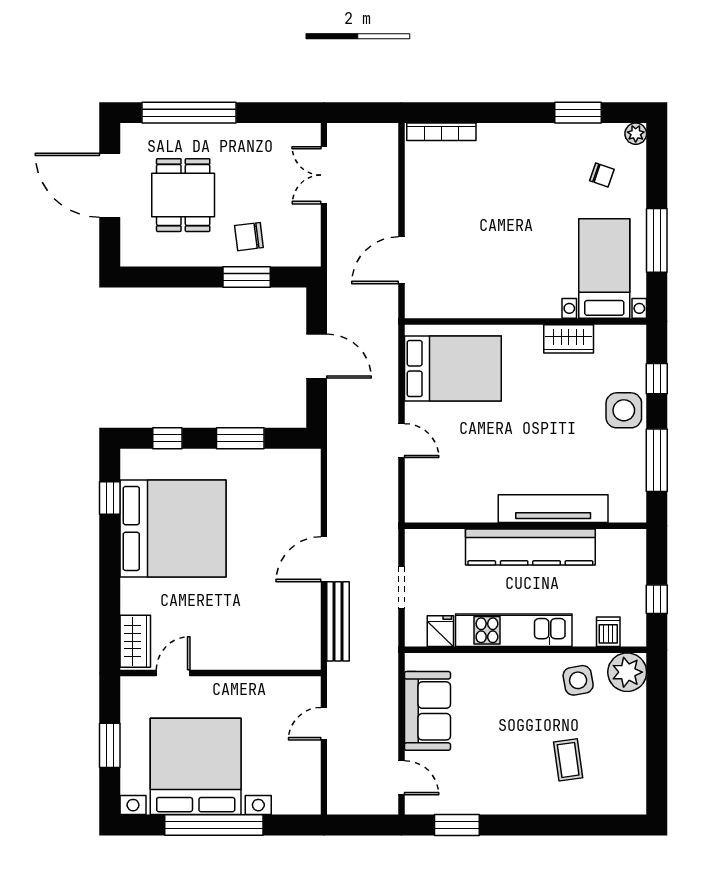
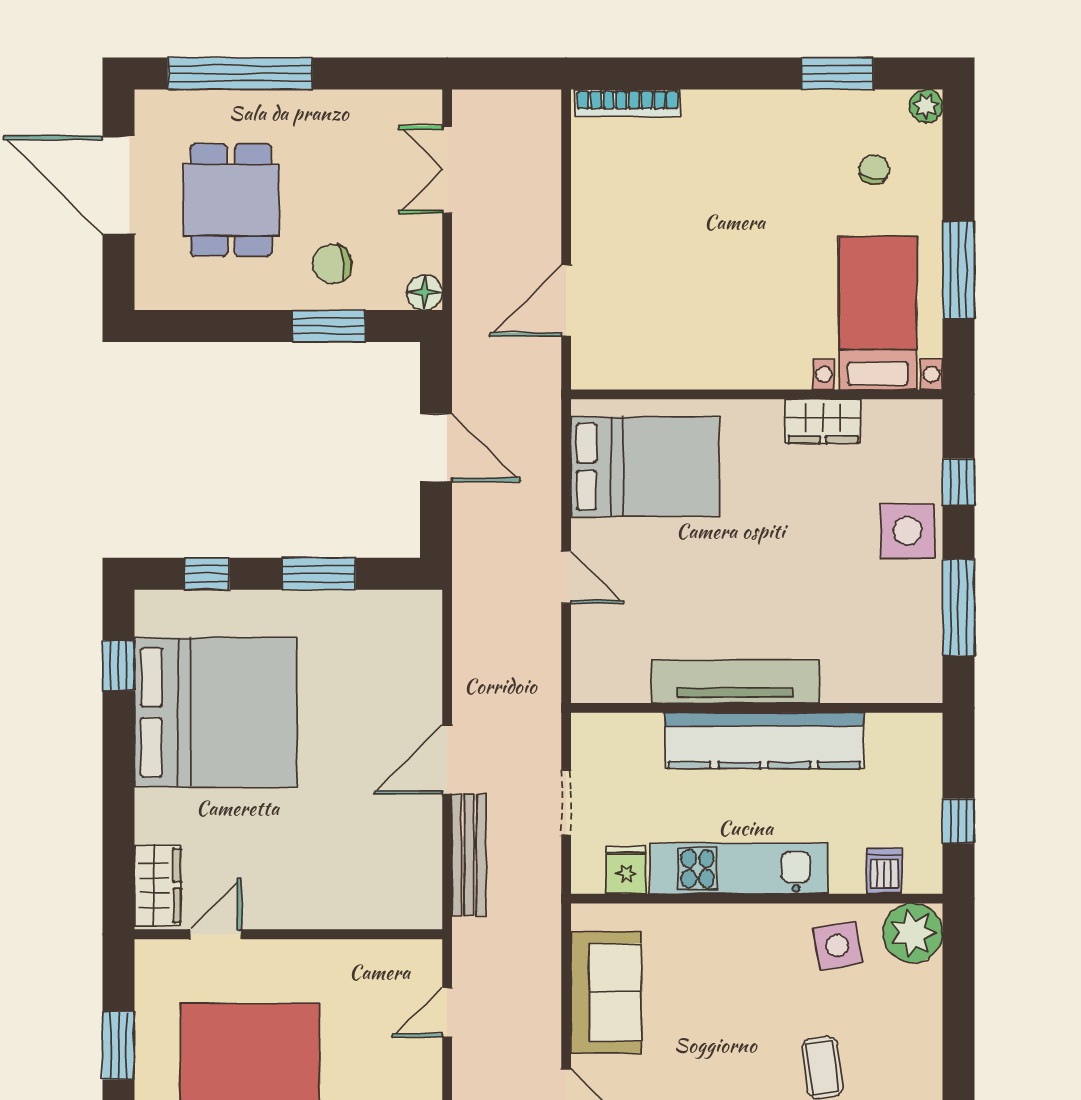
chair: (602, 175) -> (874, 169), turned -102
floor lamp: (309, 255) -> (425, 292), added
tv unit: (553, 509) -> (735, 682), moved

